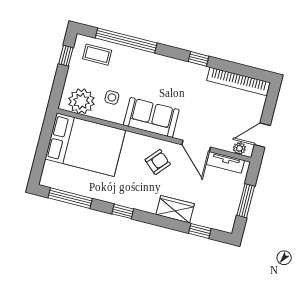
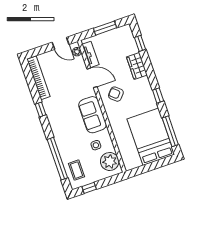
bed: (85, 145) -> (151, 137), moved
door: (196, 146) -> (92, 78), hinge flipped

